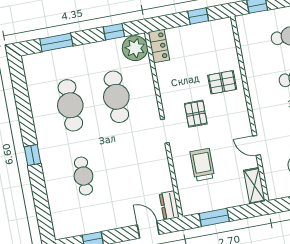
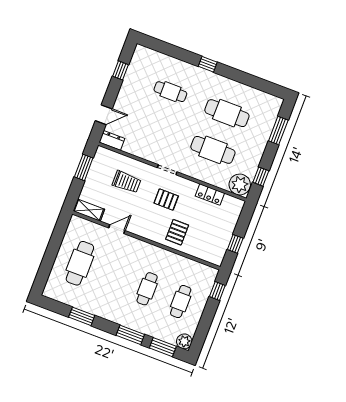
locker: (159, 46) -> (210, 195), moved

